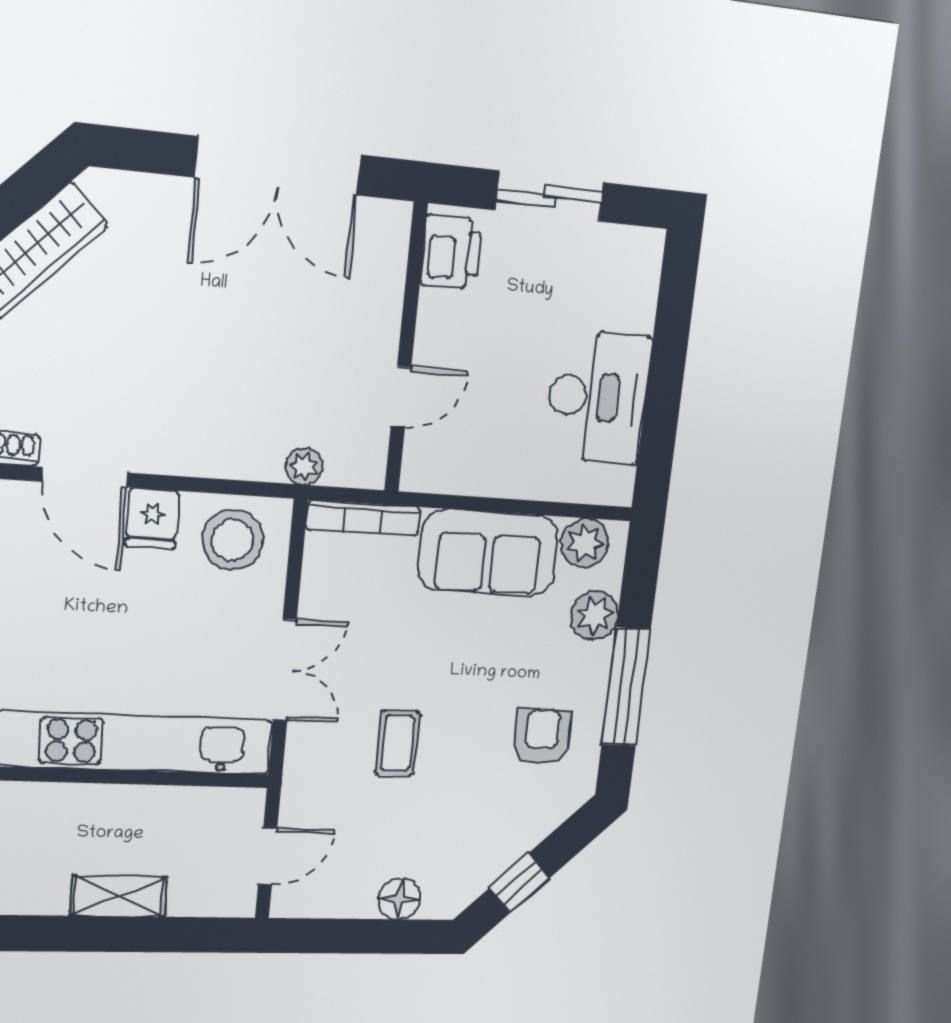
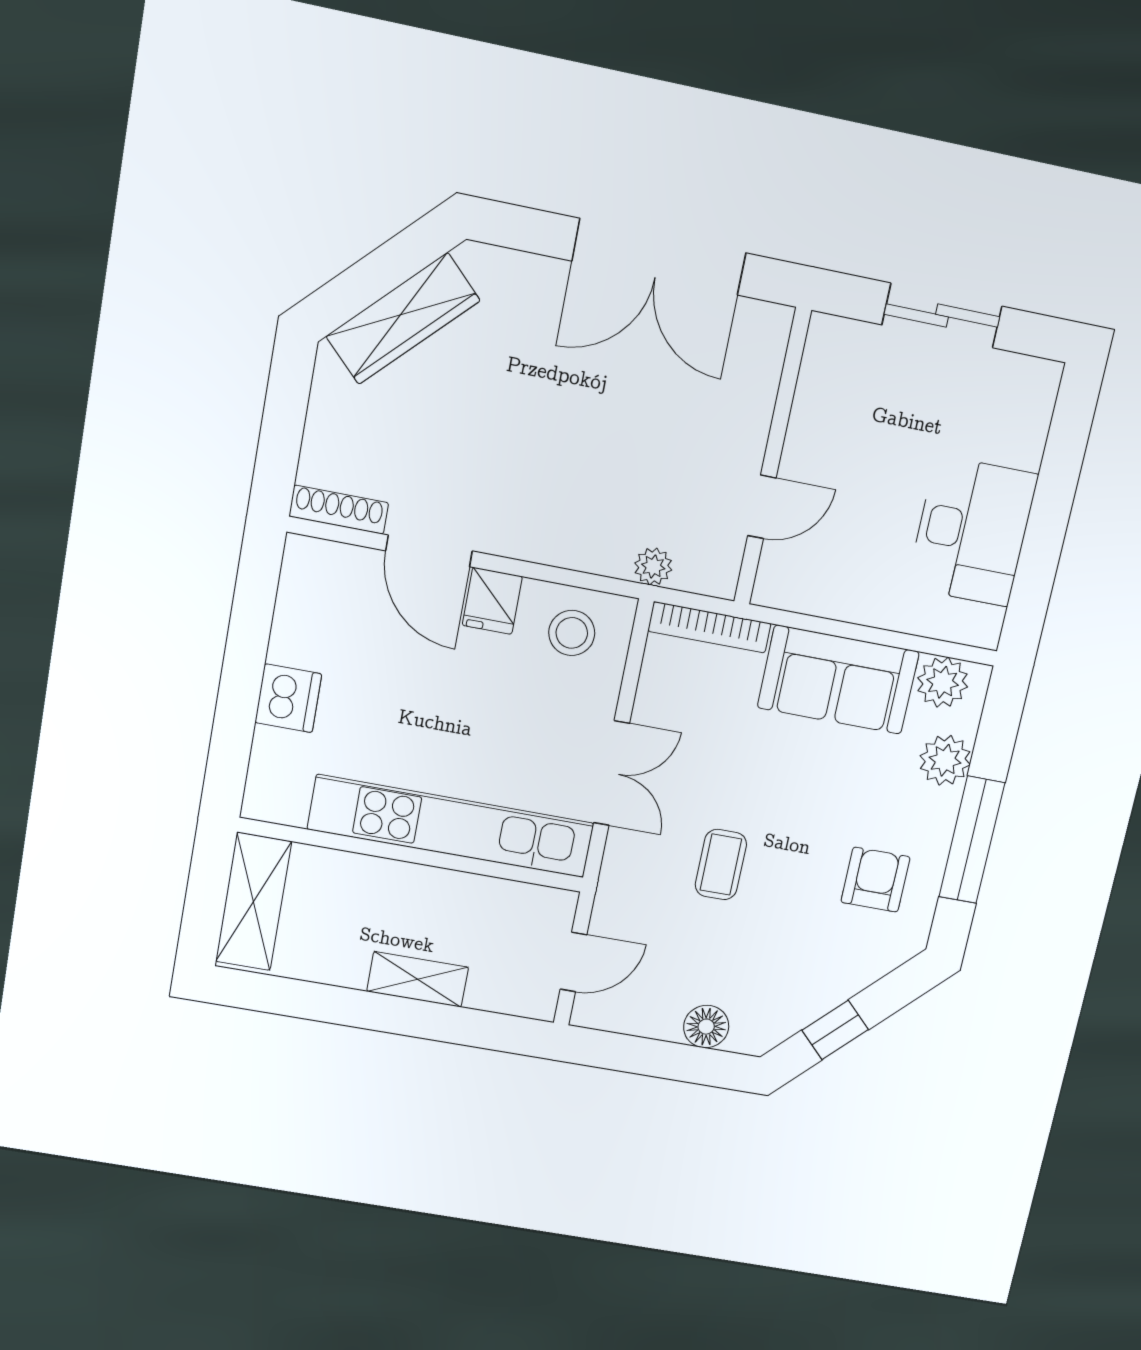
printer: (451, 252) -> (831, 362), removed
stool: (233, 540) -> (572, 633), width x0.73, depth x0.73

